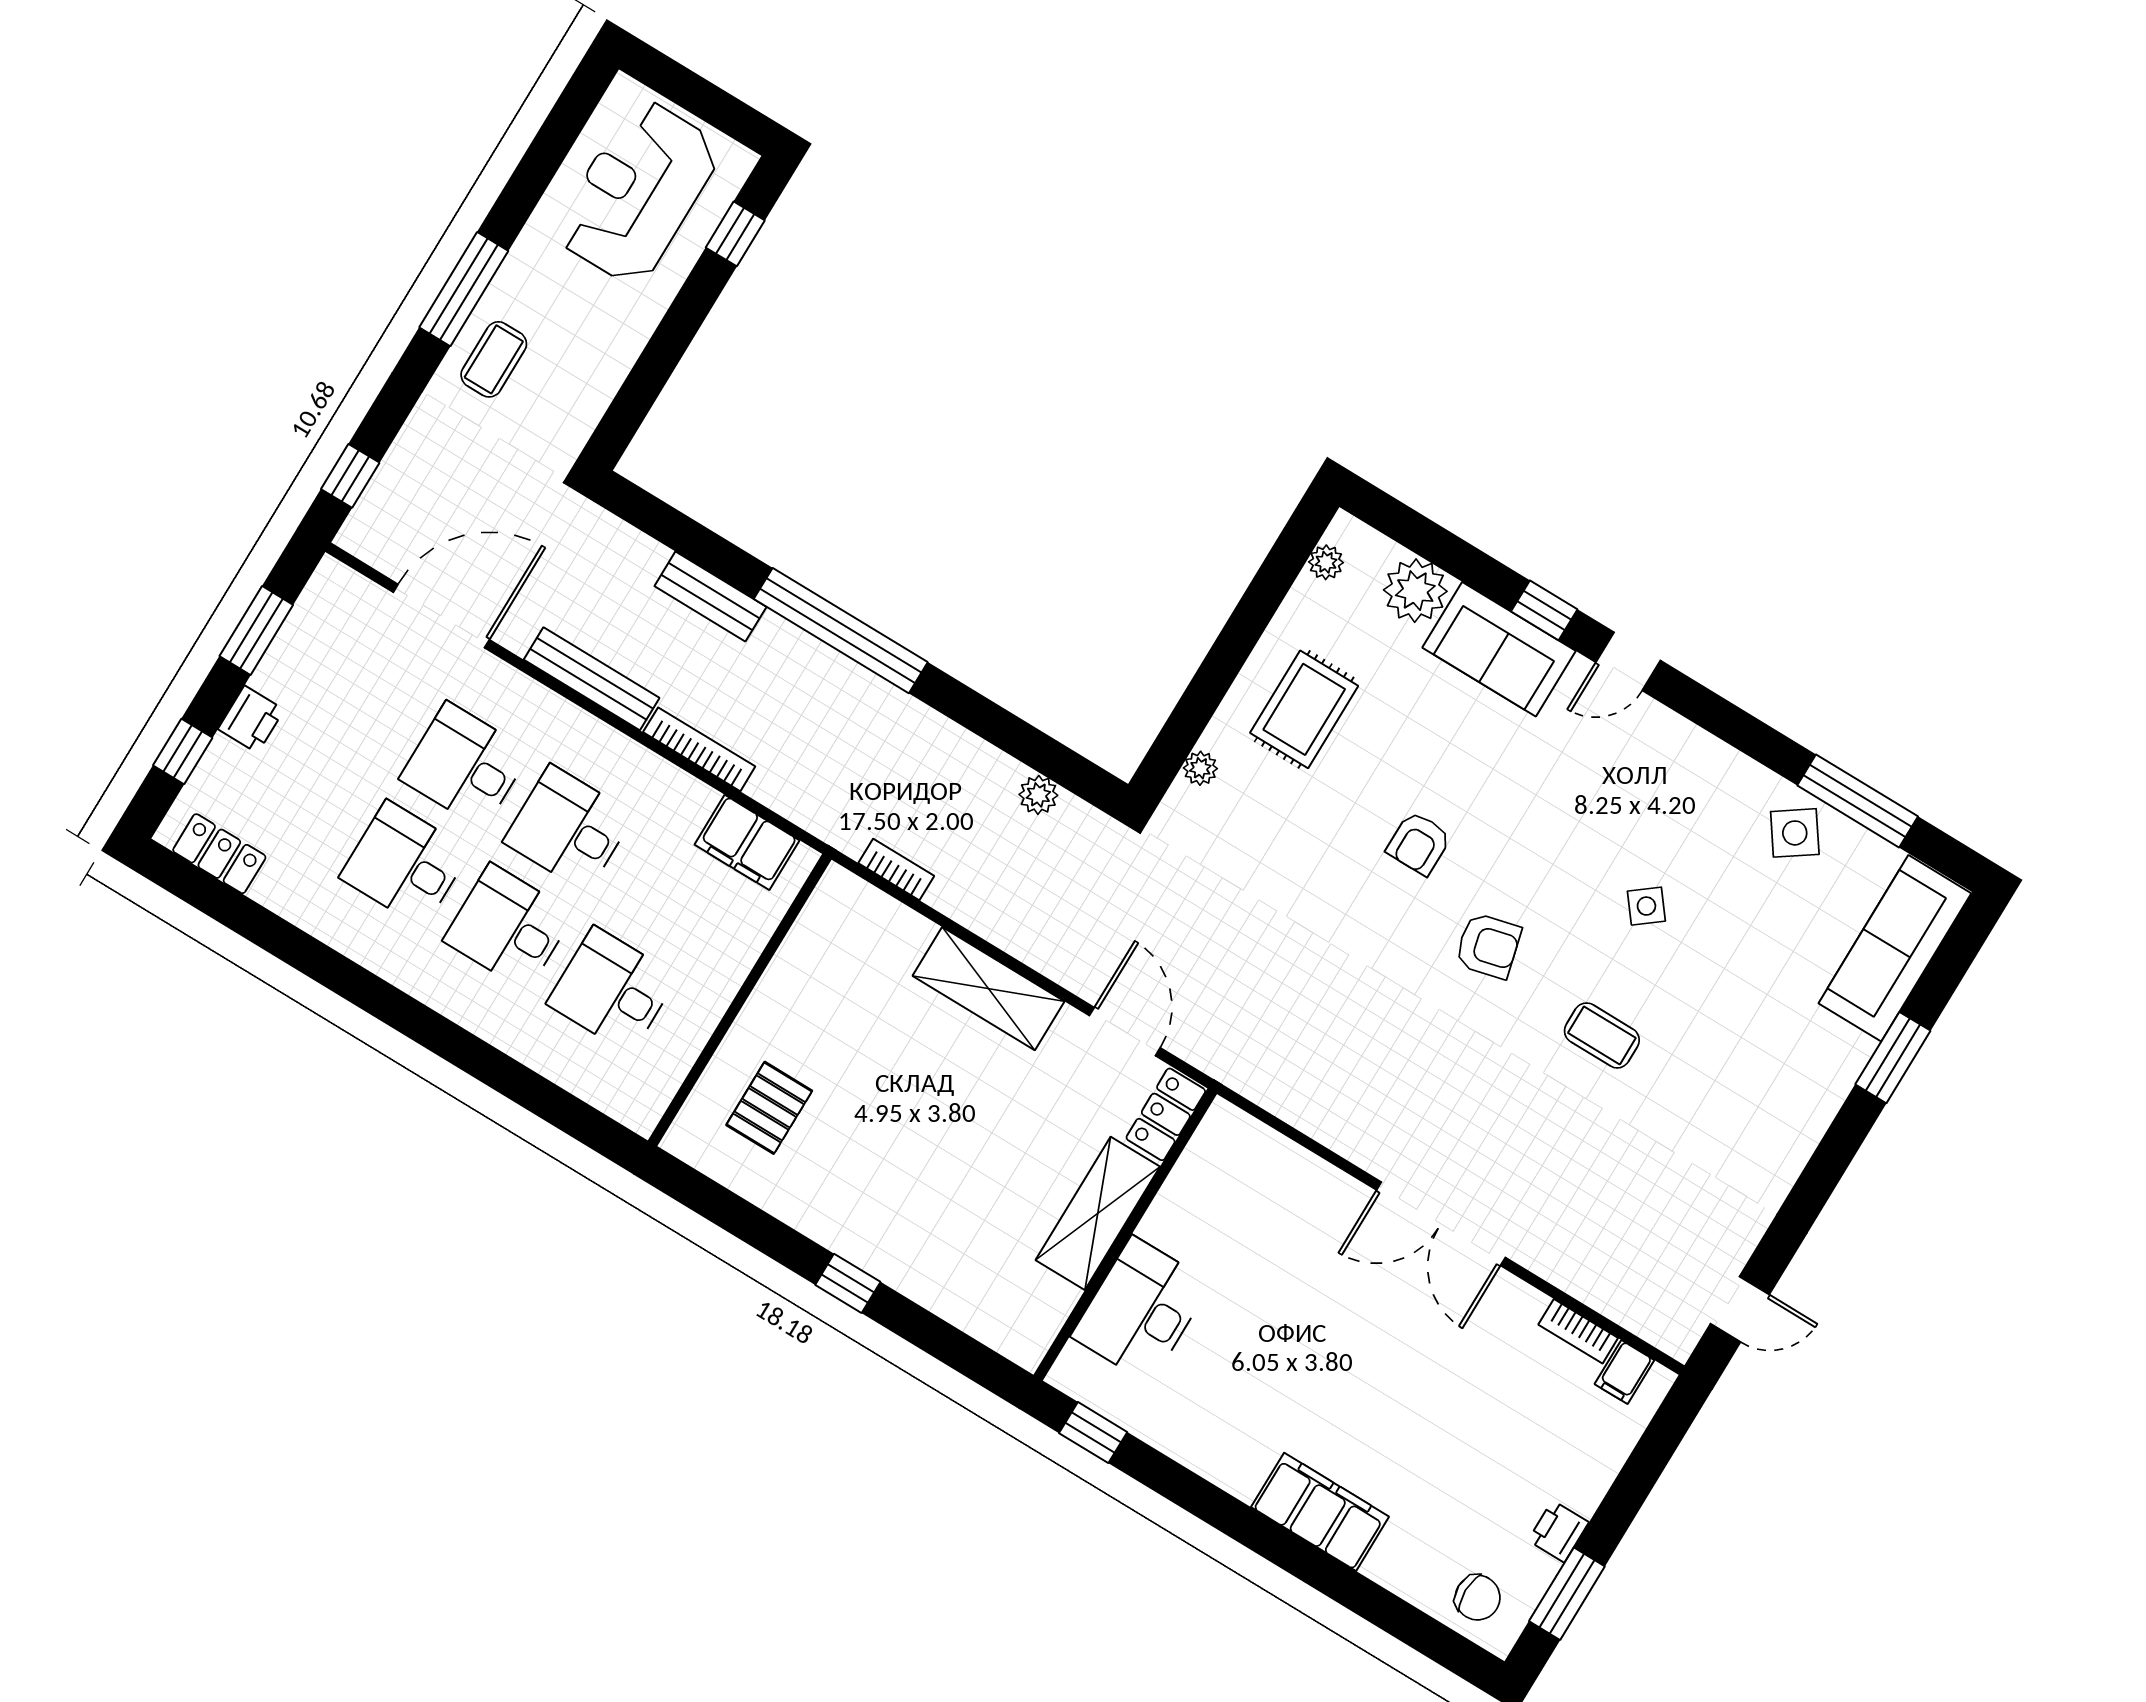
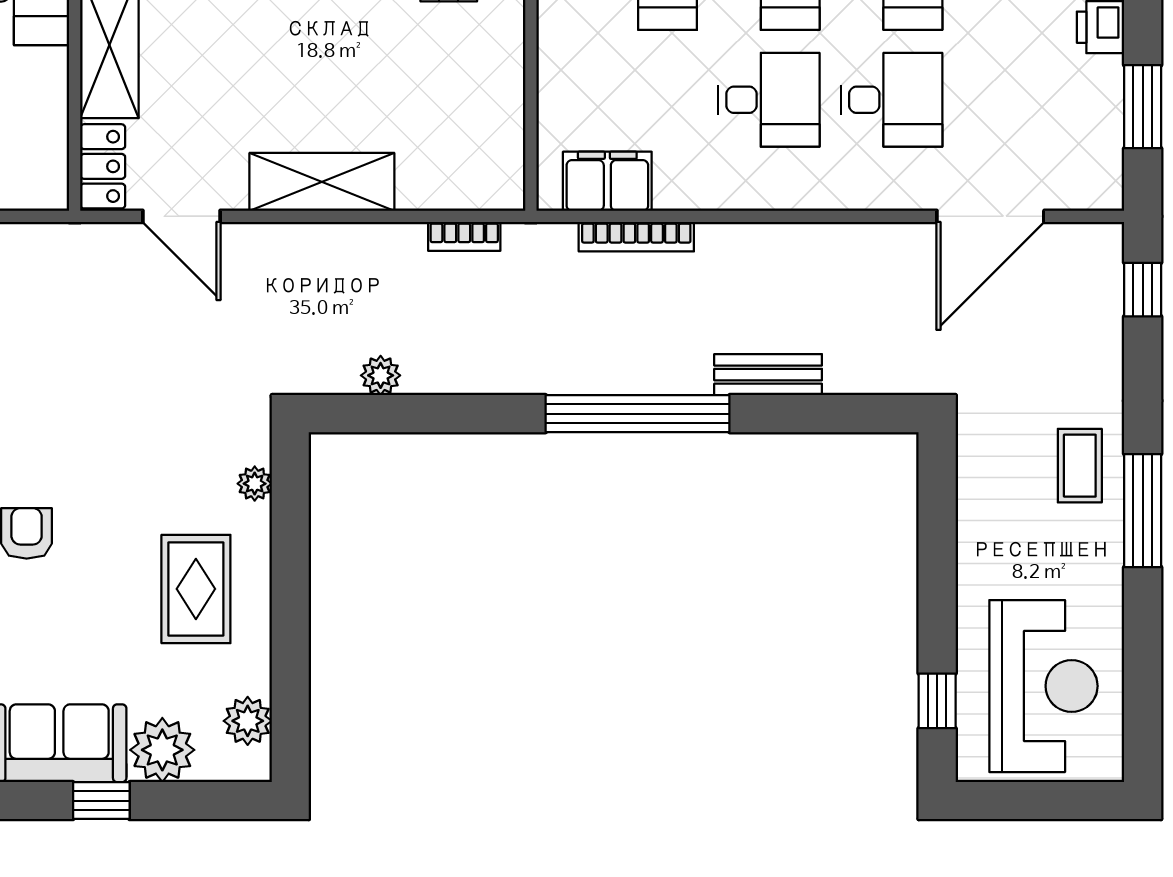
plant: (1326, 562) -> (248, 721), width x1.38, depth x1.38
window: (1544, 610) -> (101, 801), moved
bench: (592, 679) -> (827, 241), removed
bookcase: (699, 749) -> (636, 237), moved

